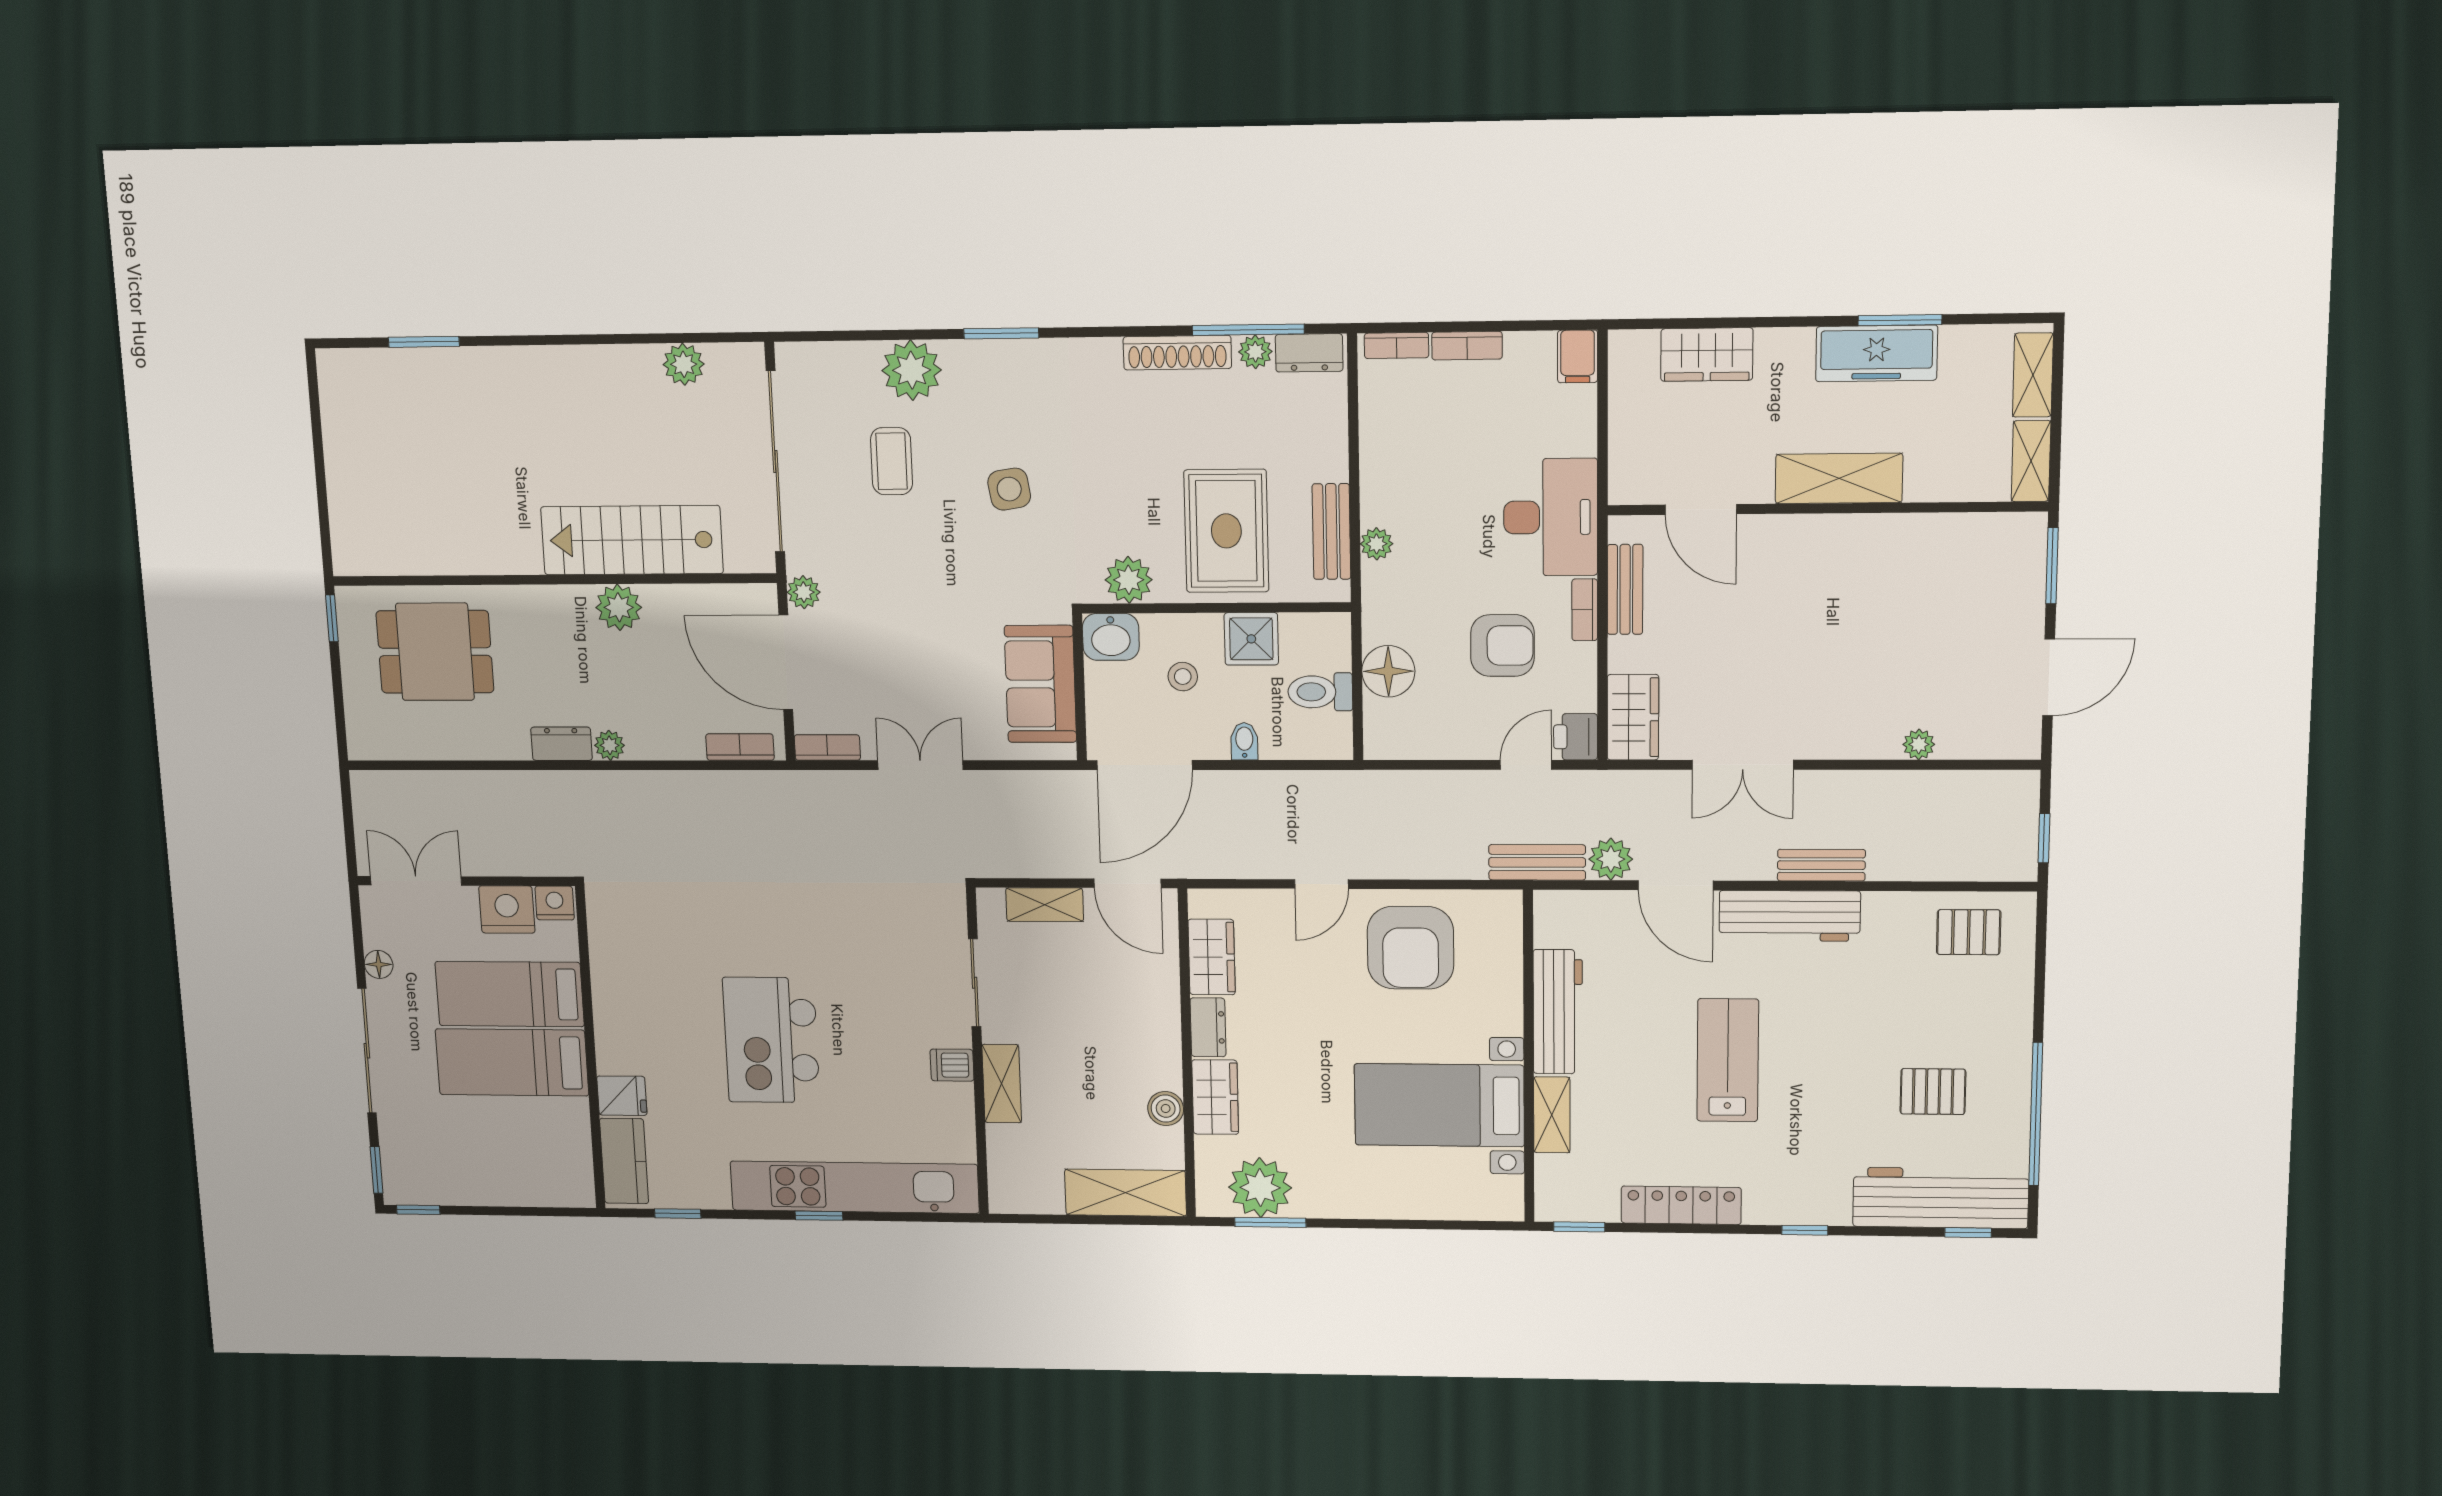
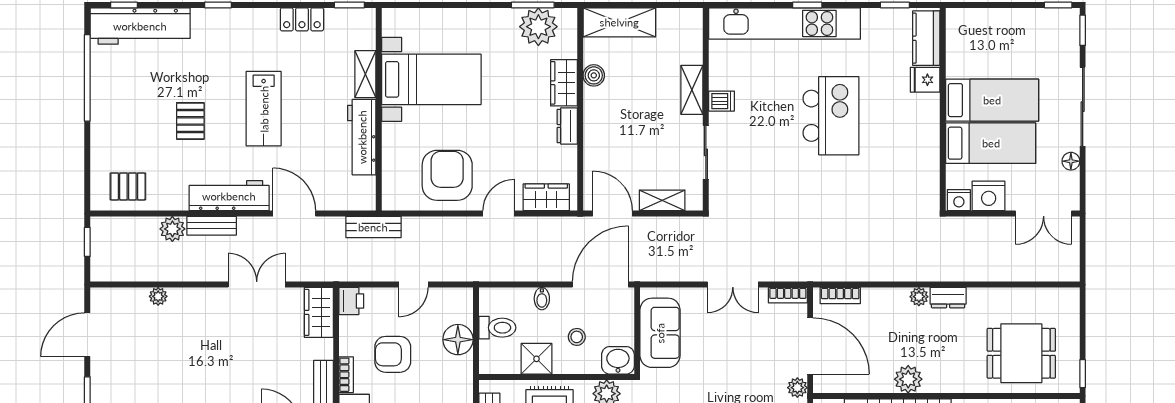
door: (1526, 765) -> (413, 285), moved
plant: (1611, 859) -> (172, 229), moved
wardrobe: (1212, 957) -> (546, 197), moved, turned 90
pallet: (1933, 1092) -> (190, 121), moved, turned 90
locker: (1681, 1205) -> (302, 19), width x0.66

